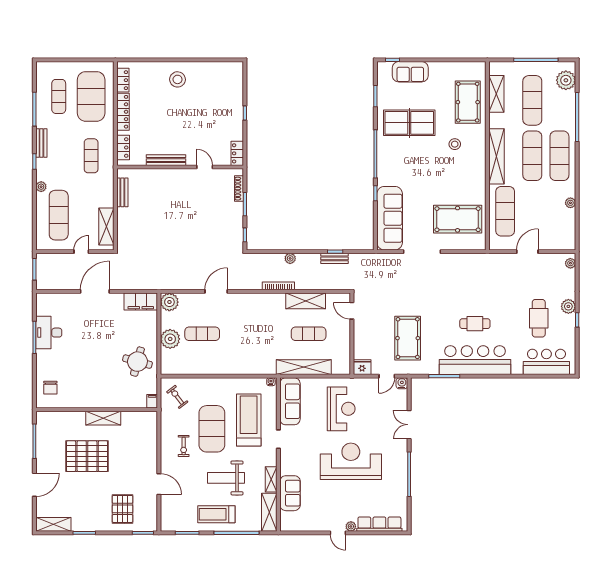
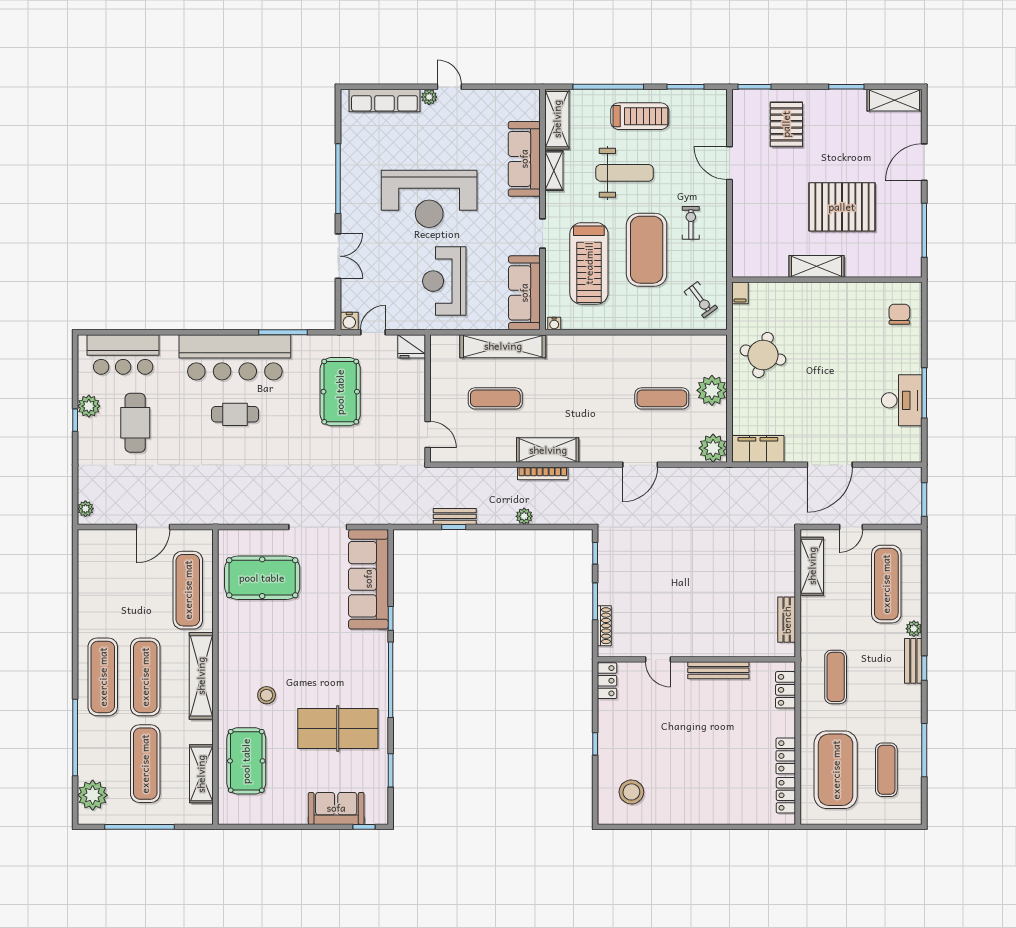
stool: (177, 79) -> (631, 792), moved
locker: (123, 112) -> (786, 756), width x0.66
bench: (41, 143) -> (913, 661), moved
plant: (570, 203) -> (86, 603), removed
shelving: (306, 301) -> (548, 450), moved
plant: (568, 306) -> (89, 406), moved
sofa: (290, 493) -> (524, 159), width x1.36

